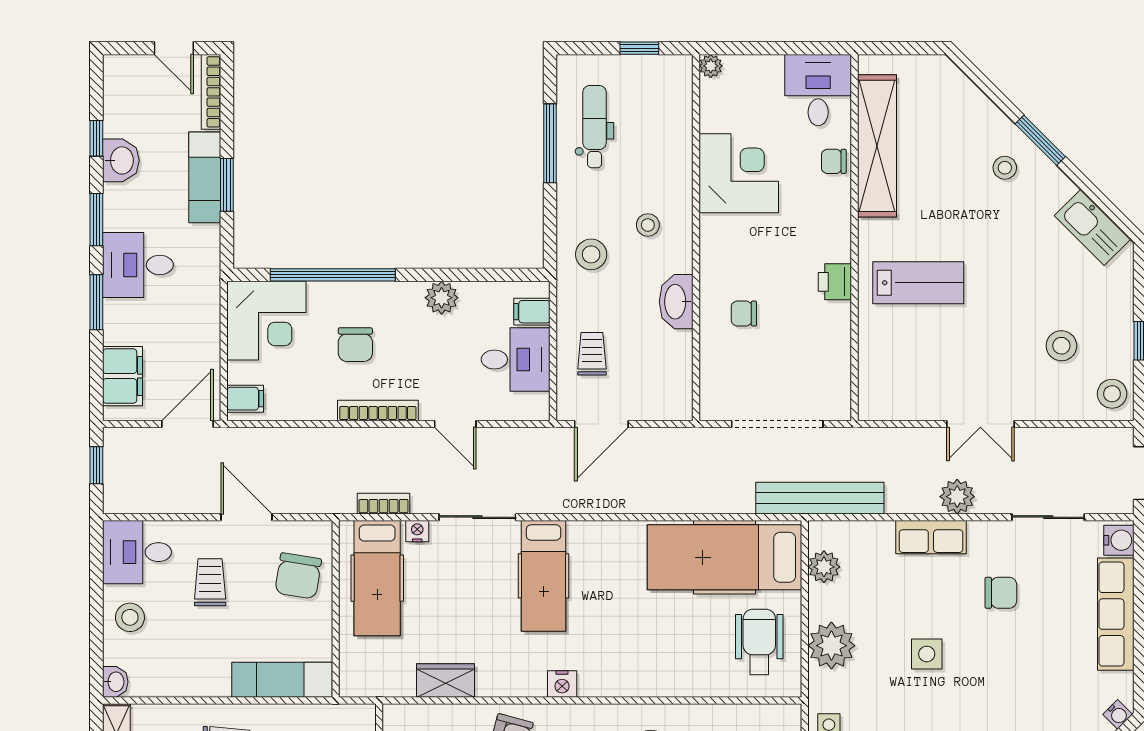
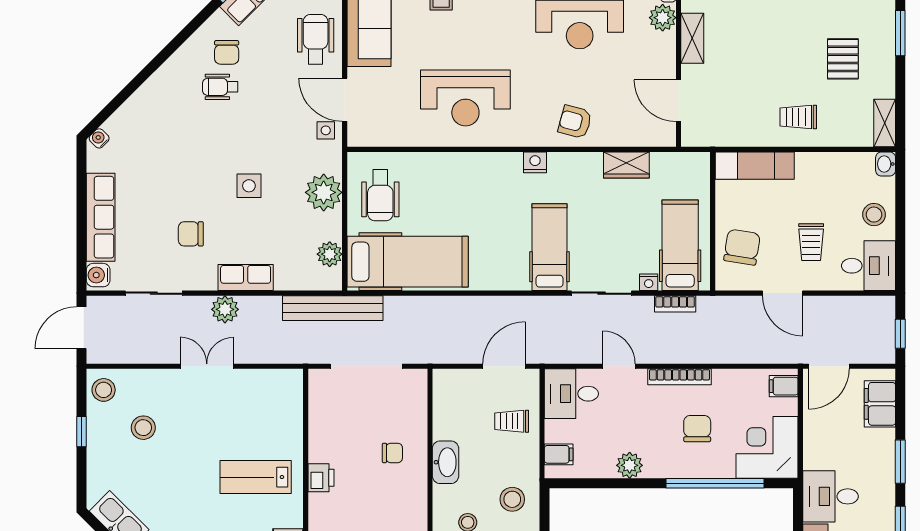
desk: (138, 265) -> (830, 496), moved, turned 180
trolley: (592, 354) -> (512, 421), turned 90
desk: (516, 359) -> (571, 394), moved

